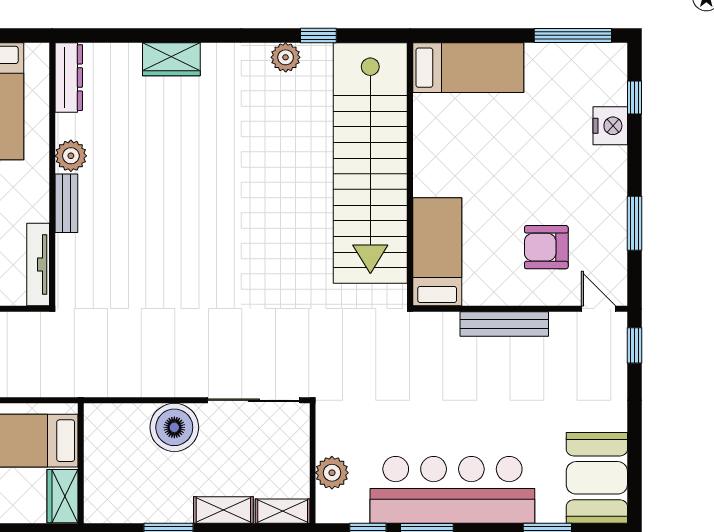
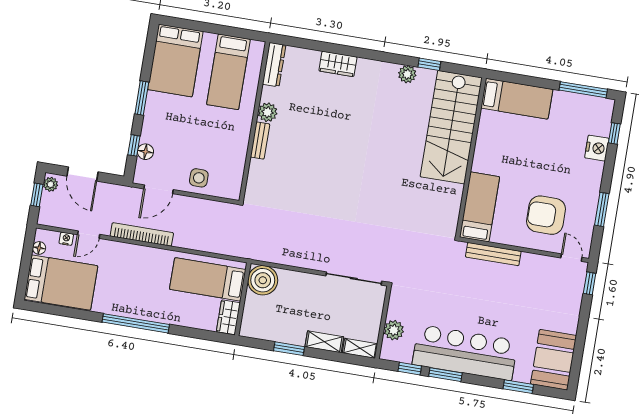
stairs: (370, 163) -> (451, 127), width x0.73
armchair: (546, 247) -> (546, 215), width x1.36, depth x1.36
tv unit: (38, 264) -> (237, 175), removed
bench: (504, 324) -> (493, 254), moved
boiler: (174, 427) -> (263, 280), moved

